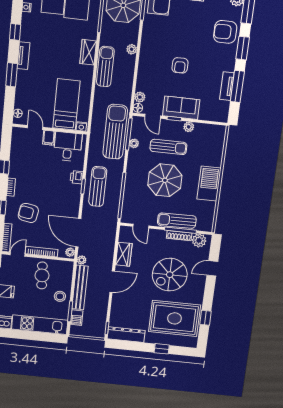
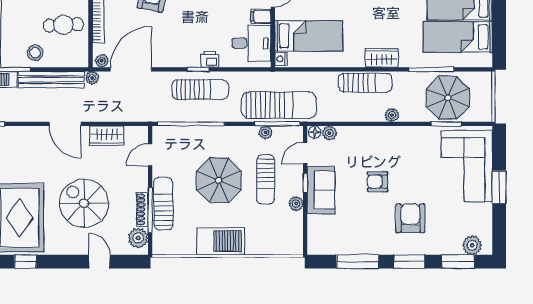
armchair: (225, 32) -> (410, 218), moved
tv unit: (227, 86) -> (357, 248), removed

